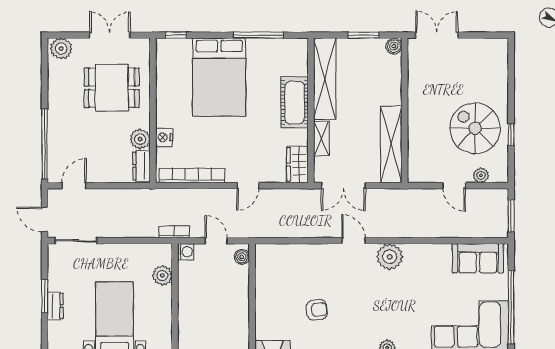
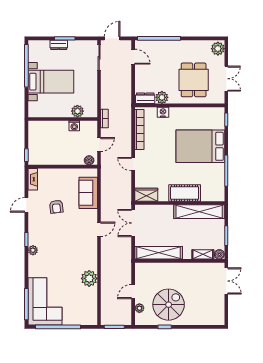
shelving: (321, 138) -> (203, 254), moved
washing machine: (186, 252) -> (74, 126), moved
plant: (390, 257) -> (89, 278), moved
sofa: (478, 258) -> (88, 193), moved

